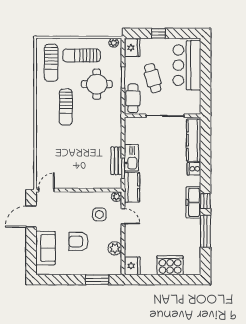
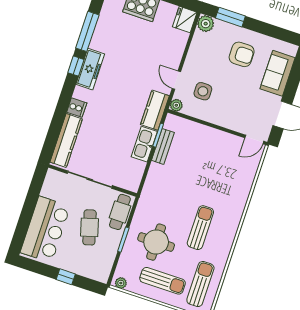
fridge: (132, 48) -> (101, 270), removed
armchair: (78, 241) -> (242, 54), moved
plant: (115, 248) -> (206, 24), moved

